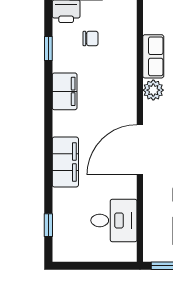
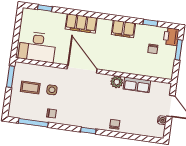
desk: (114, 220) -> (37, 47), width x1.37

